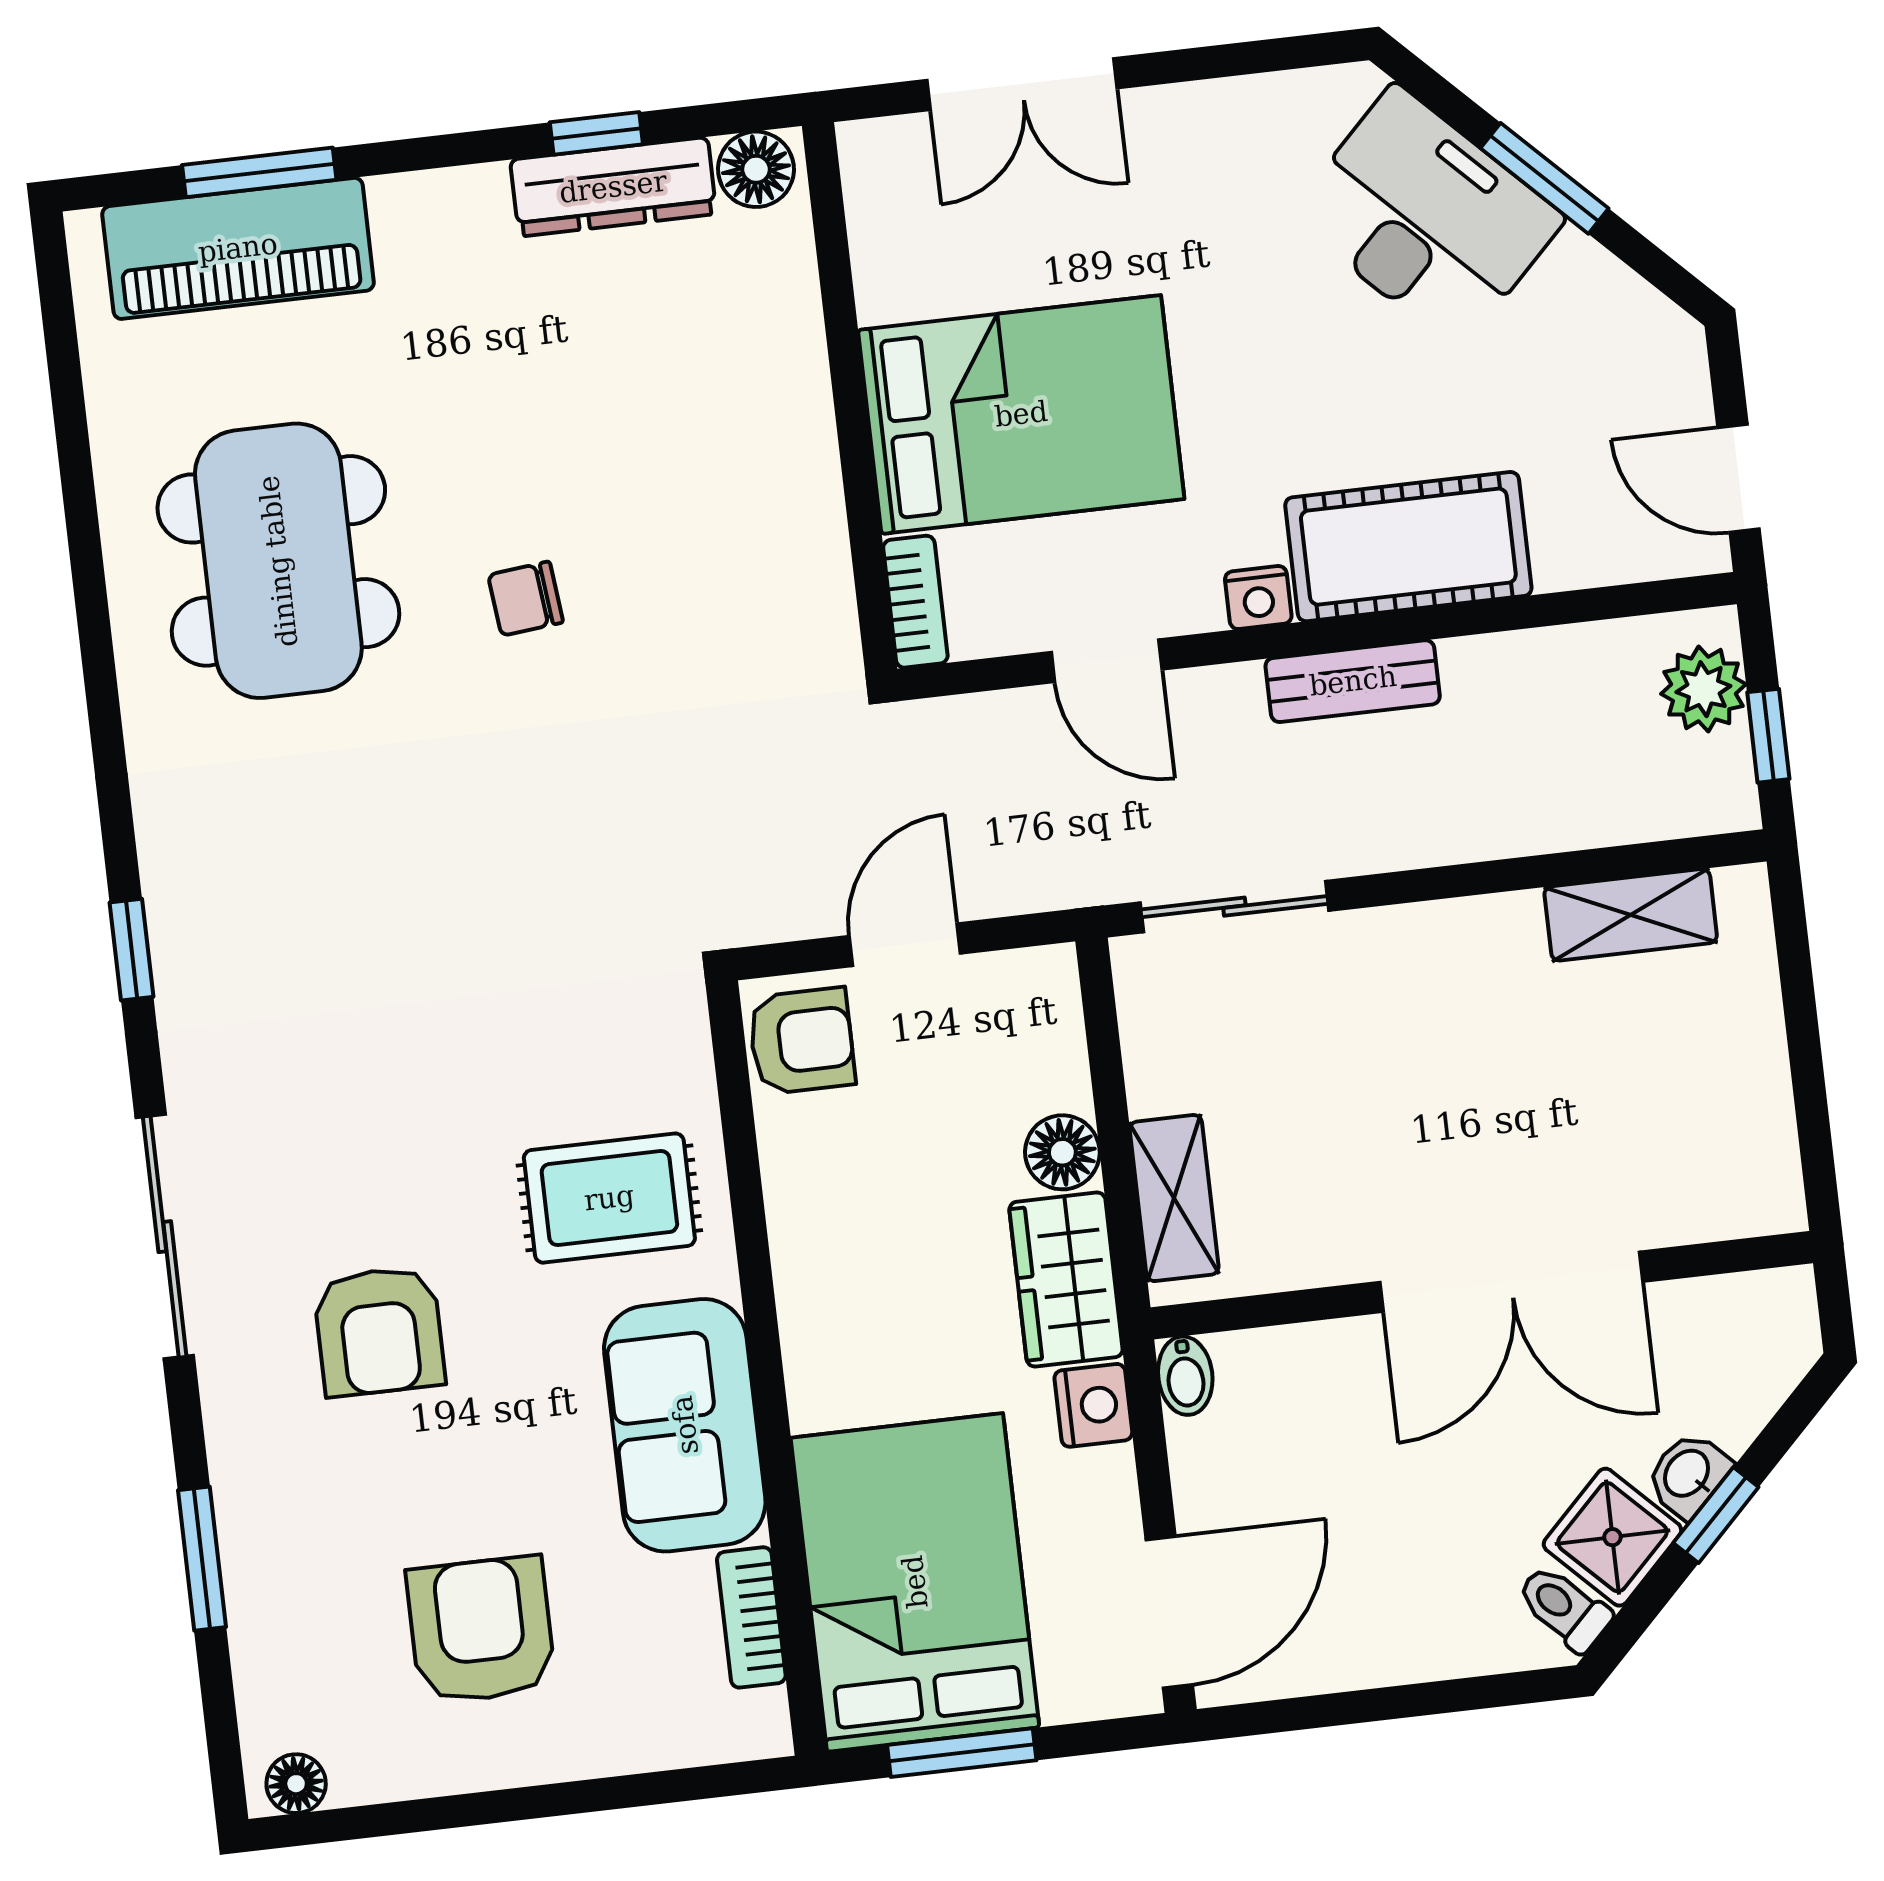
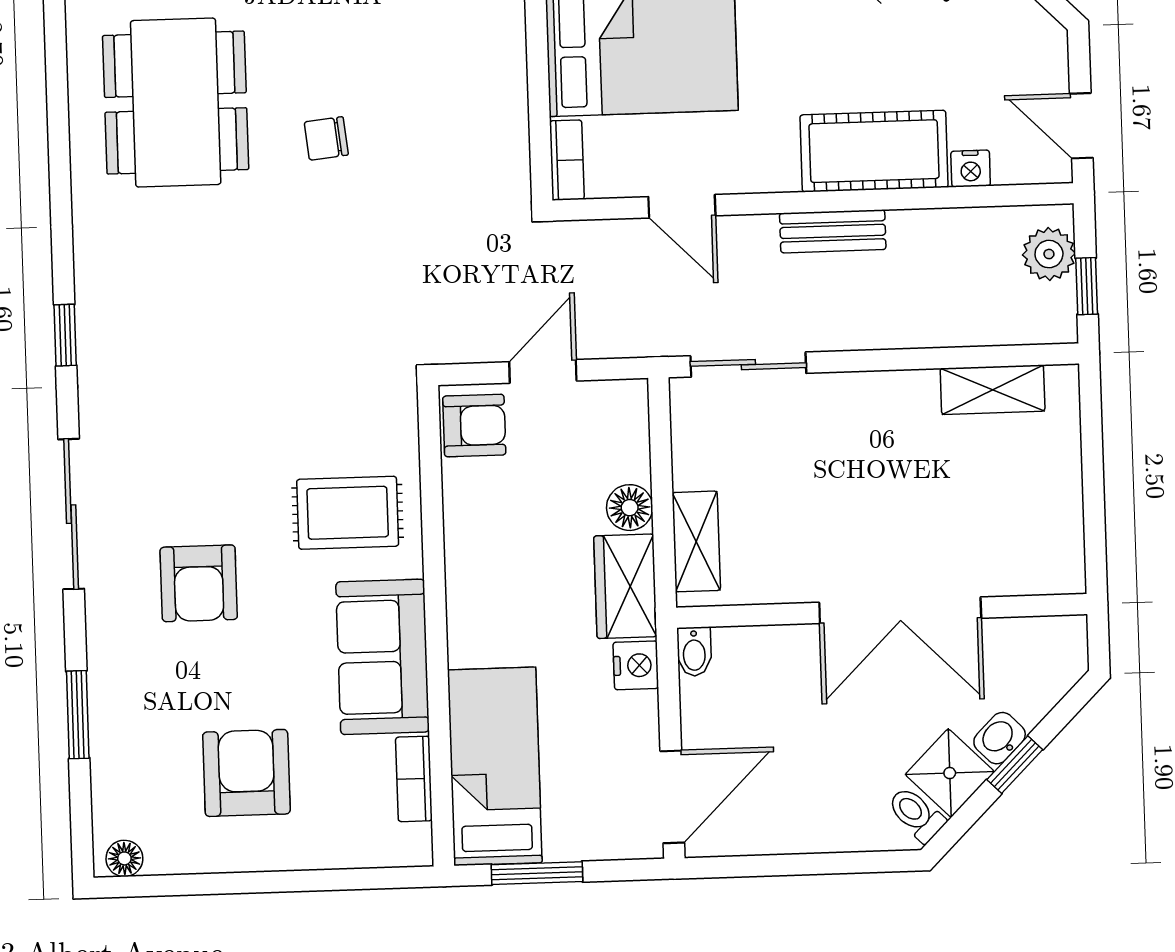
nightstand: (1258, 598) -> (971, 169), moved
bed: (915, 1582) -> (495, 766), width x0.67

